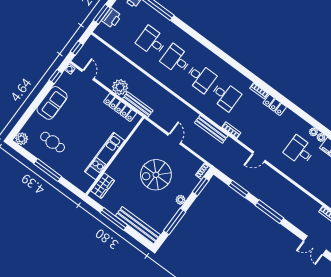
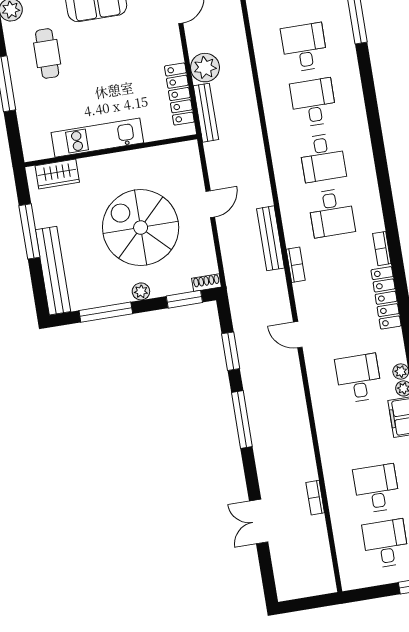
locker: (275, 105) -> (386, 298), width x1.53
spiral stairs: (156, 175) -> (141, 228), width x1.37, depth x1.37

